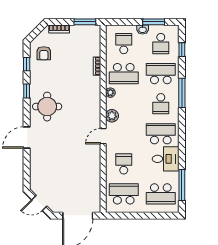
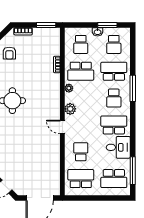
school desk: (124, 44) -> (81, 44), turned 180
window: (182, 50) -> (133, 50), removed
door: (103, 136) -> (62, 127), hinge flipped

